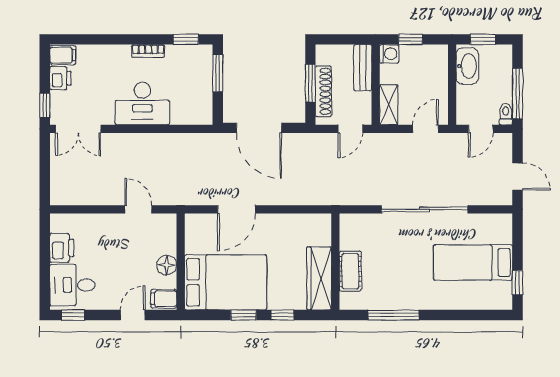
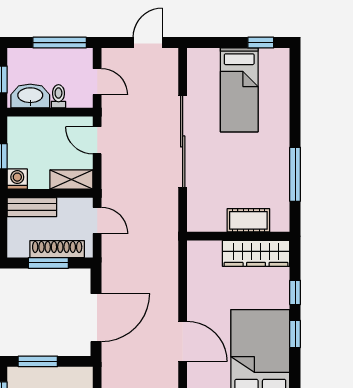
toilet: (506, 114) -> (58, 96), moved, turned 90

